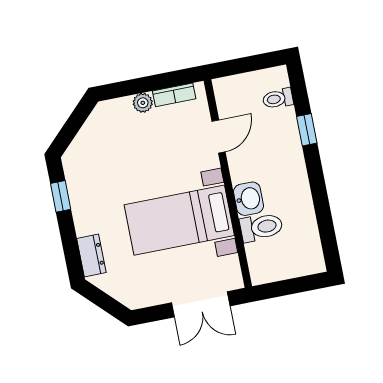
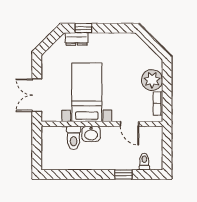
plant: (143, 103) -> (152, 80), width x1.87, depth x1.87
window: (61, 196) -> (83, 28), moved

